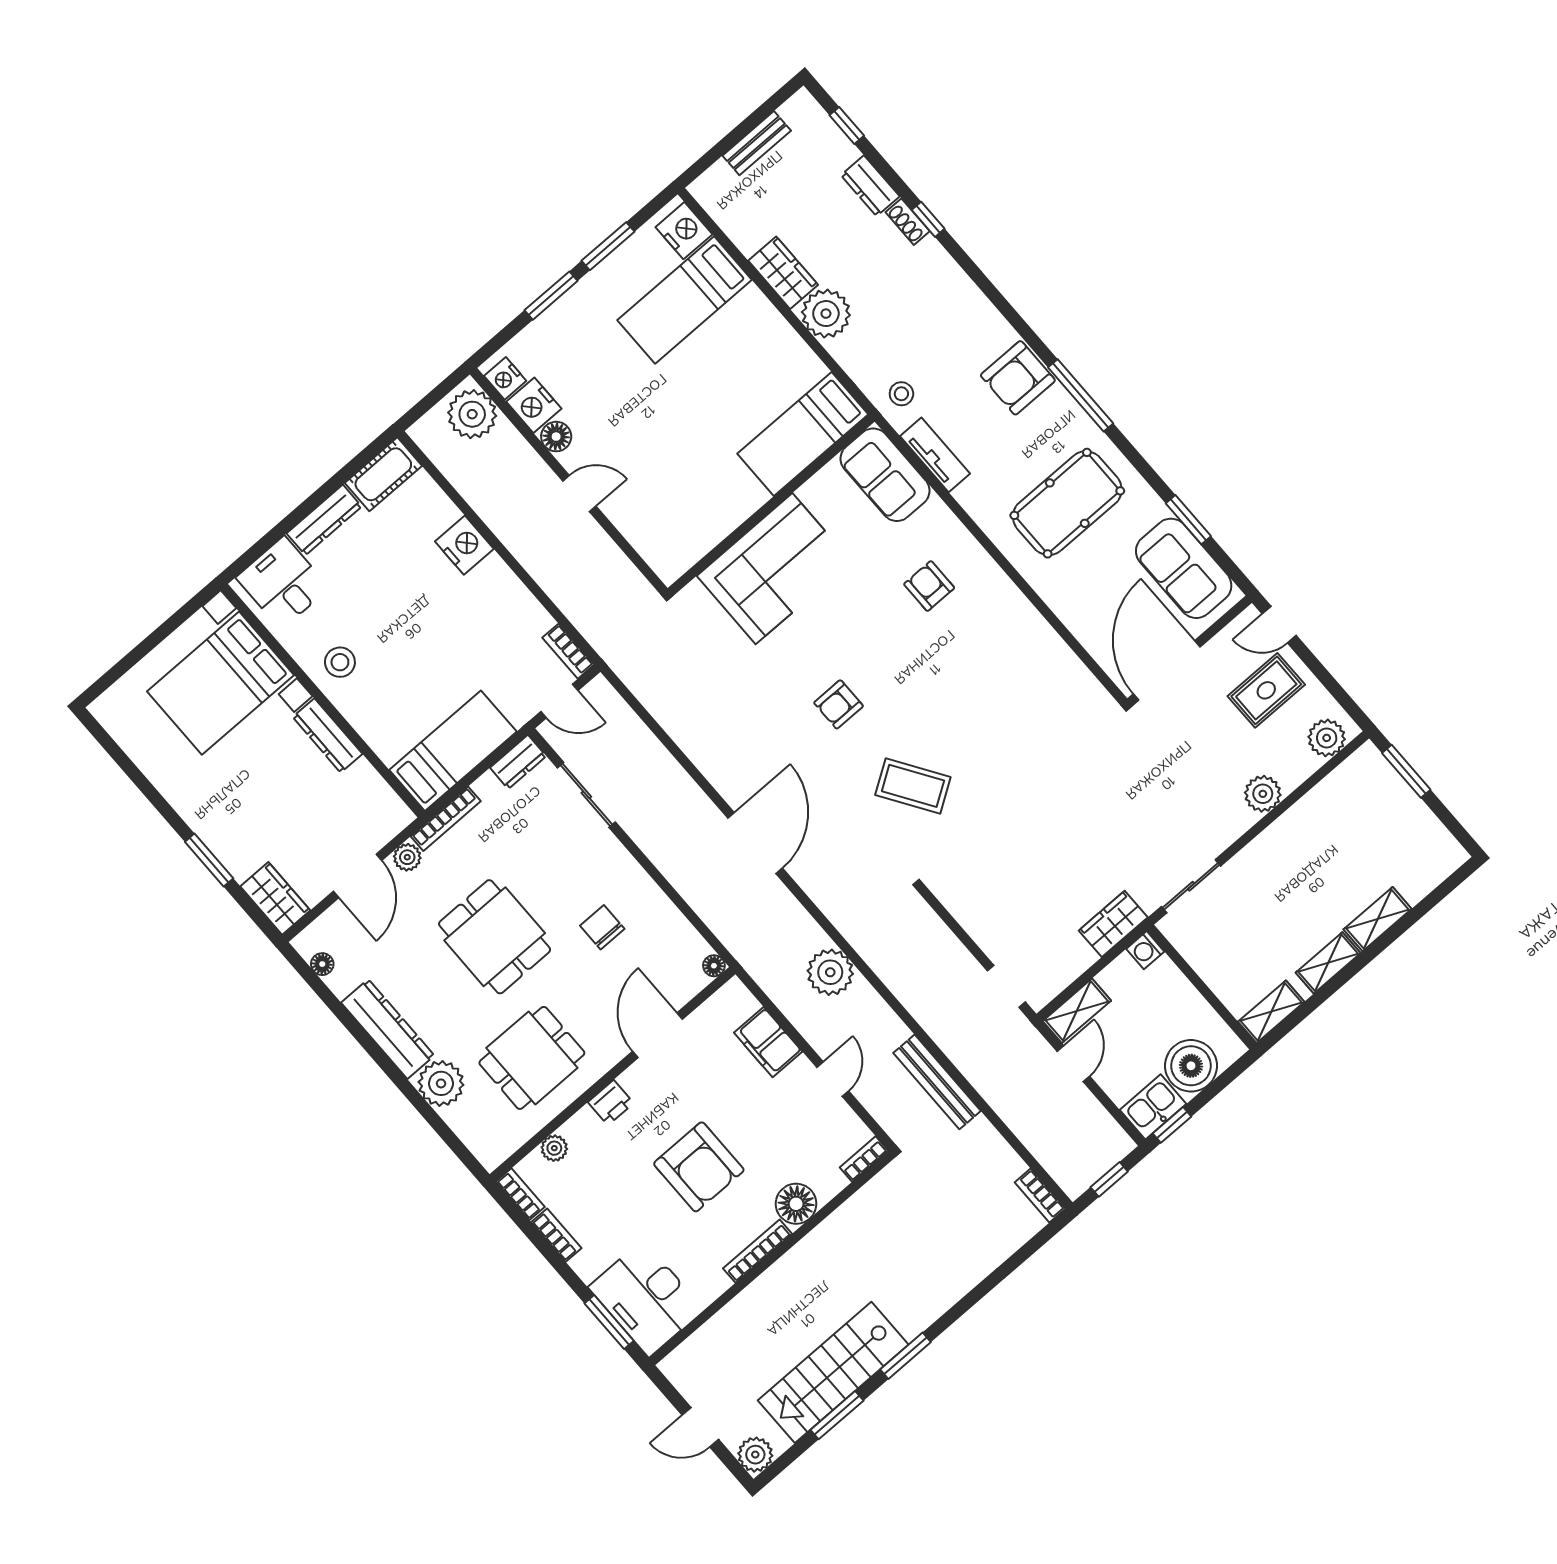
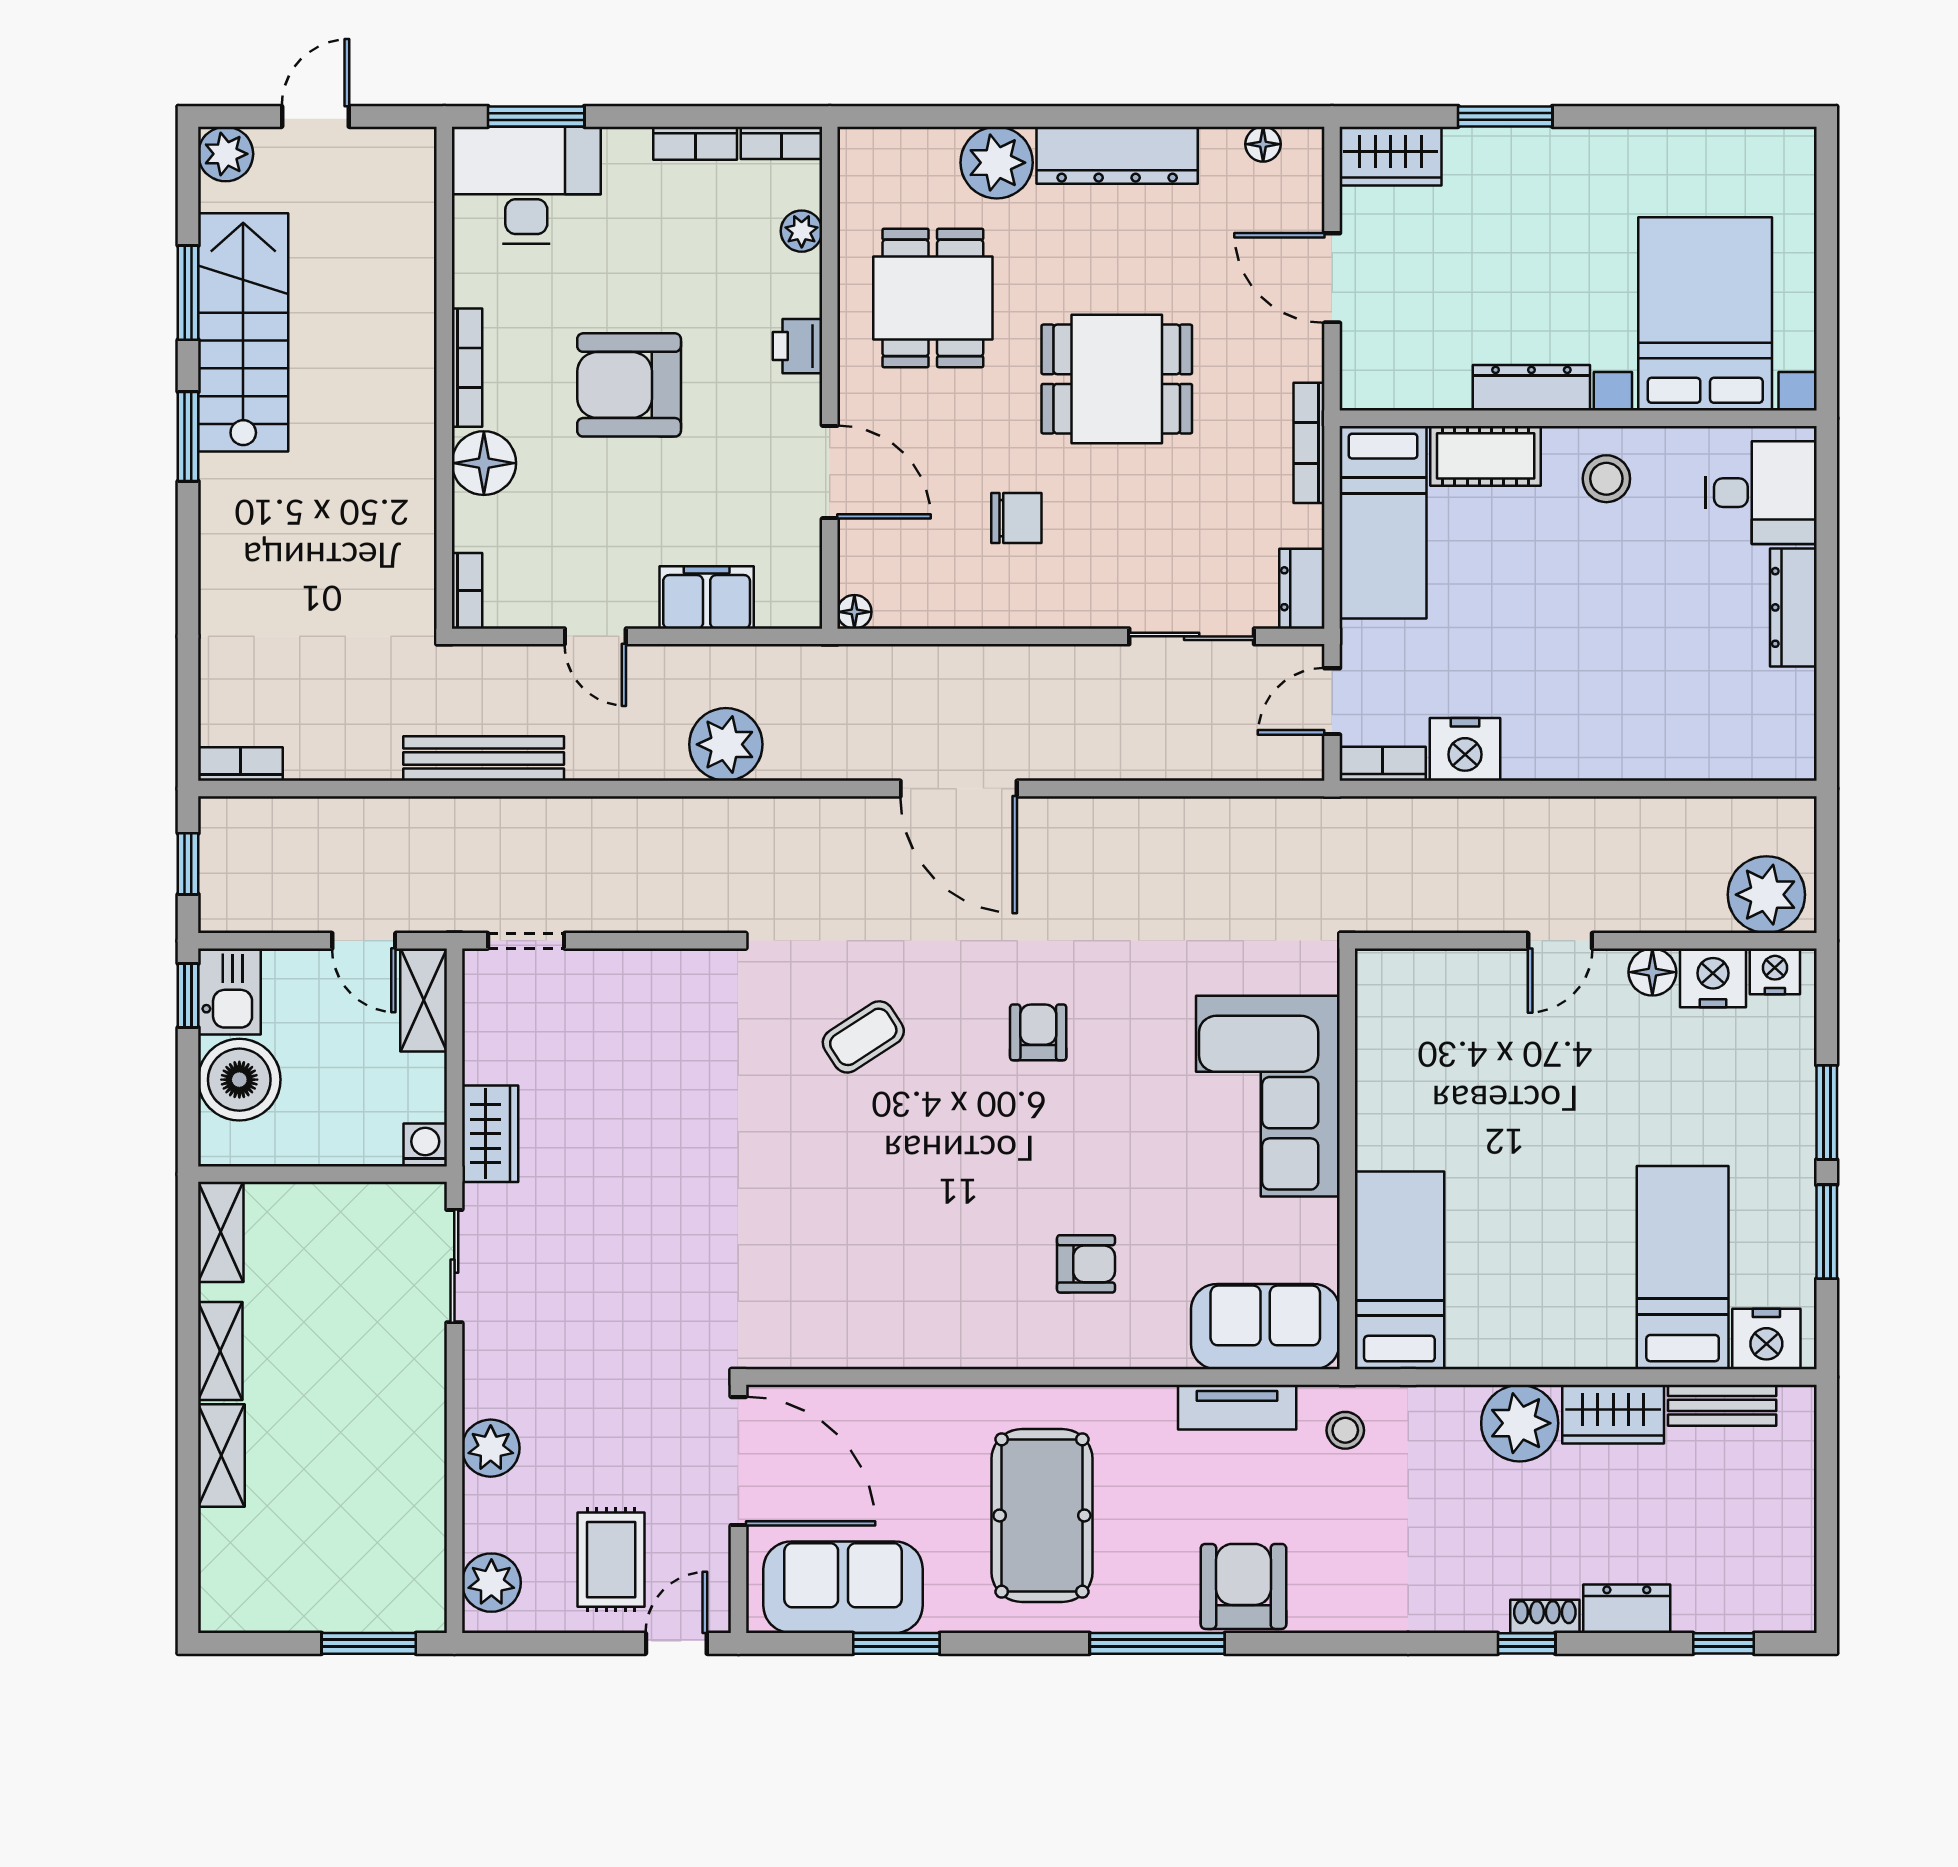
bench: (757, 143) -> (1722, 1405), moved, turned 90
cot: (383, 474) -> (1486, 456), moved, turned 90
nightstand: (464, 545) -> (1465, 749), moved
coffee table: (913, 786) -> (863, 1037), width x0.73, depth x0.77
plant: (407, 857) -> (1303, 357), removed

